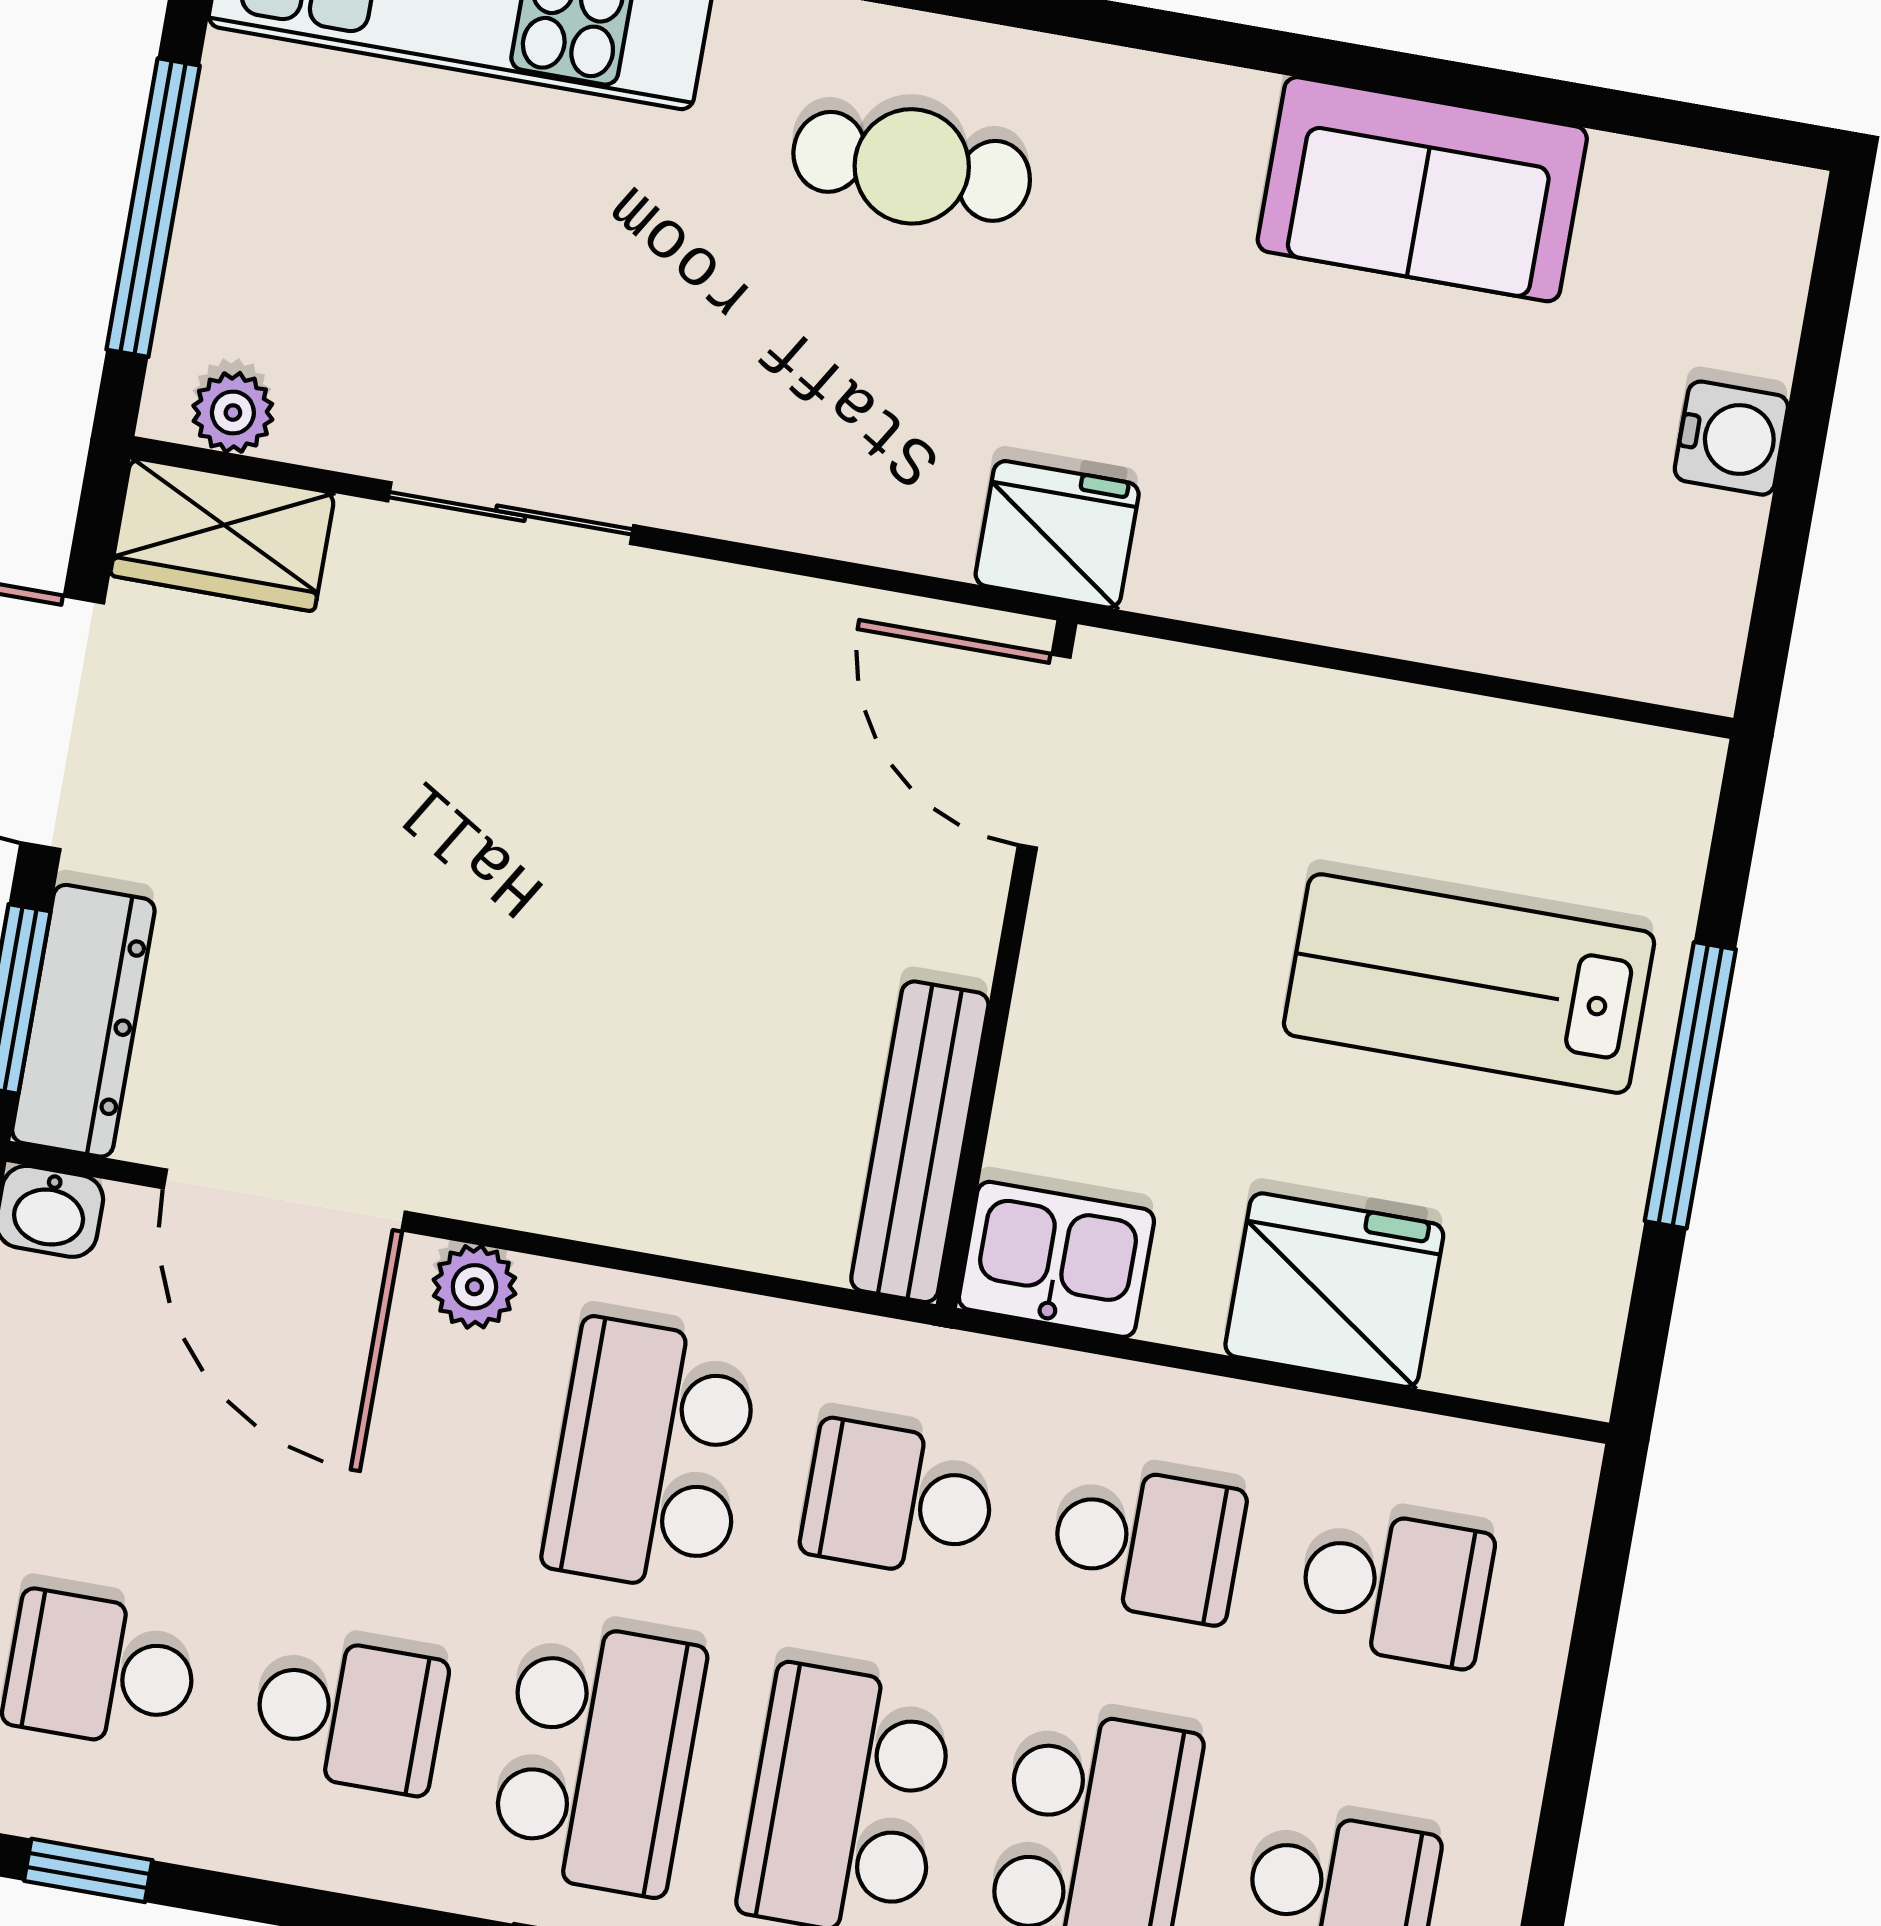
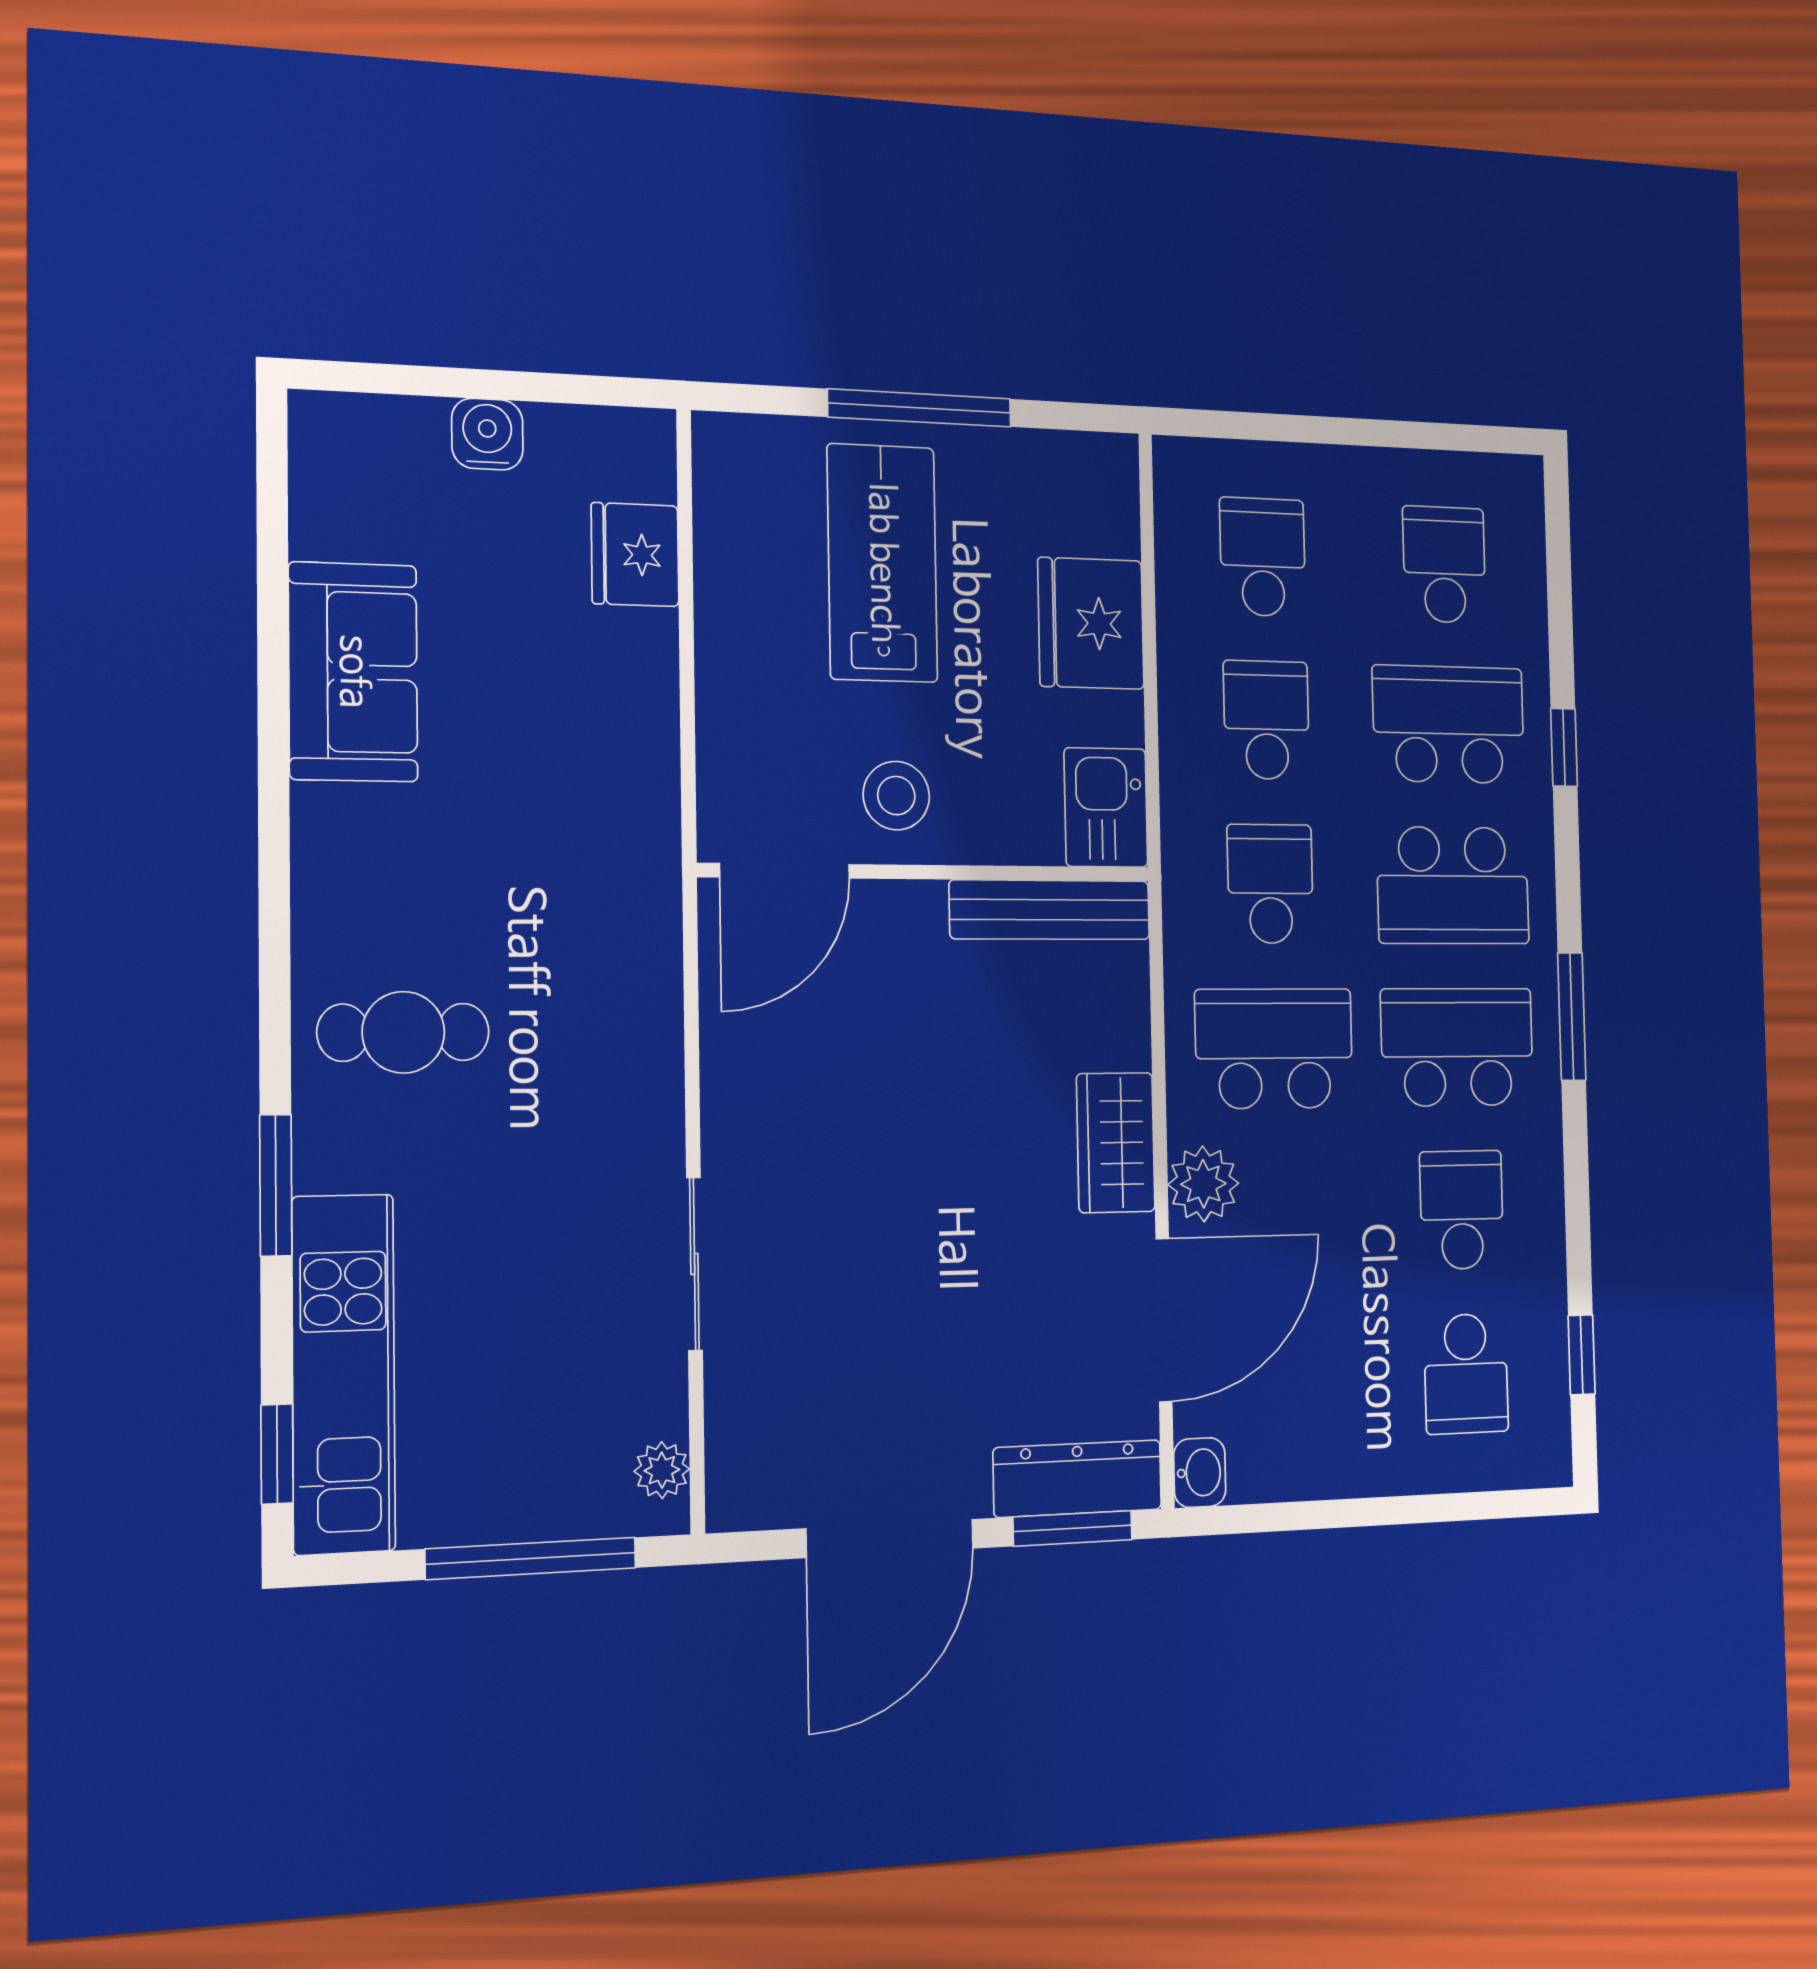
cafe table: (912, 166) -> (403, 1032), turned 90
wardrobe: (223, 534) -> (1116, 1143), moved, turned 180
fridge: (1057, 534) -> (635, 555), moved
stool: (1126, 939) -> (896, 796), added
lab bench: (1469, 984) -> (882, 563), turned 180
plant: (474, 1287) -> (1203, 1184), width x1.38, depth x1.38
school desk: (651, 1456) -> (1274, 1049), turned 180
school desk: (899, 1500) -> (1270, 884), turned 180

